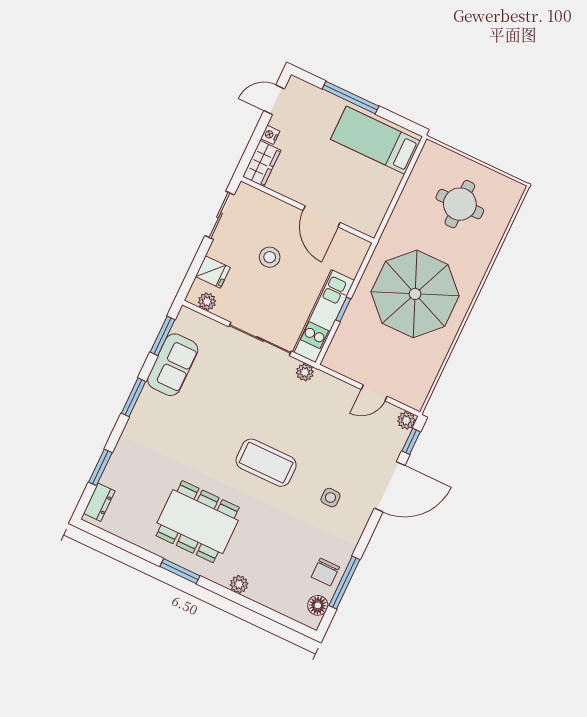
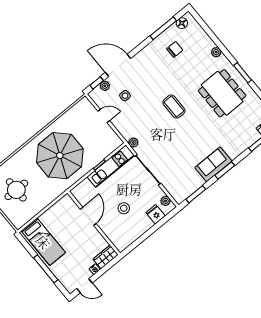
sliding door: (220, 215) -> (139, 241), removed
sofa: (173, 365) -> (213, 164), moved
plant: (406, 420) -> (105, 86), moved
coffee table: (266, 463) -> (174, 107), width x0.73, depth x0.76
side table: (330, 498) -> (125, 96), moved
chair: (325, 572) -> (175, 49), moved

